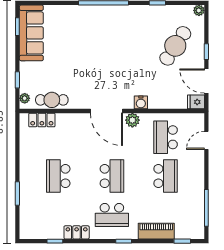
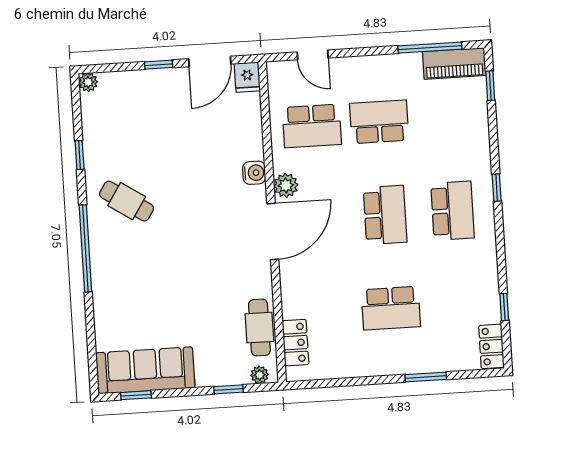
cafe table: (175, 46) -> (127, 201), moved, width x0.73, depth x0.74
school desk: (112, 176) -> (385, 215), turned 90
piano: (156, 231) -> (454, 64), moved, turned -90
locker: (77, 232) -> (491, 346), moved

